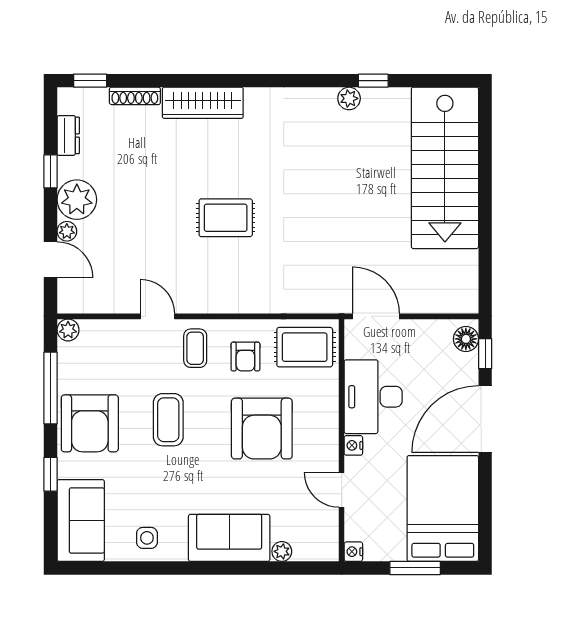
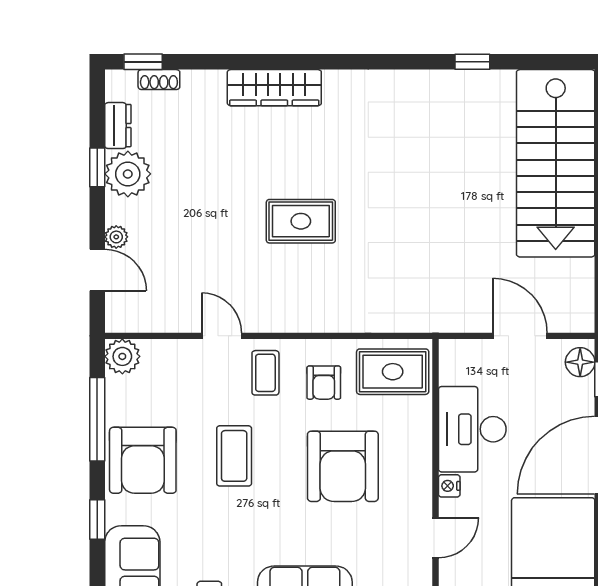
shoe rack: (135, 96) -> (159, 80), moved, width x0.70
plant: (349, 98) -> (444, 83), removed
plant: (77, 200) -> (128, 174), moved
door: (376, 316) -> (520, 336), moved
plant: (68, 330) -> (122, 356), width x1.38, depth x1.38
door: (342, 490) -> (436, 538), swing flipped

